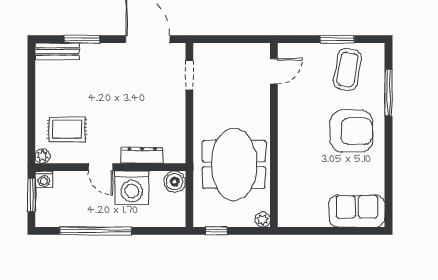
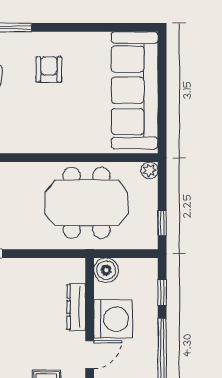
armchair: (351, 131) -> (49, 69), width x0.53, depth x0.53
sofa: (357, 211) -> (135, 90), width x1.85, depth x1.27
window: (155, 231) -> (162, 293), added

